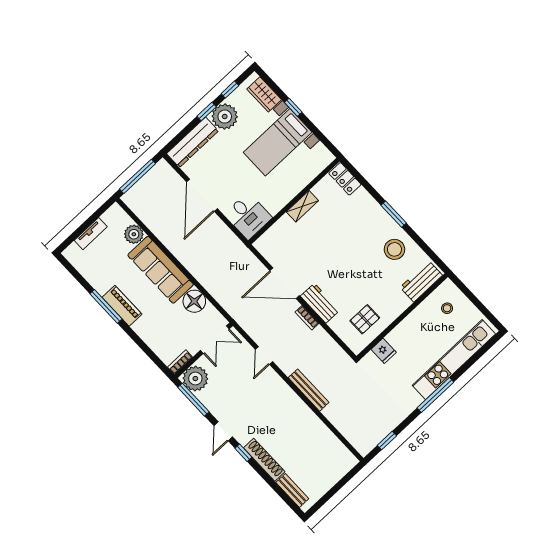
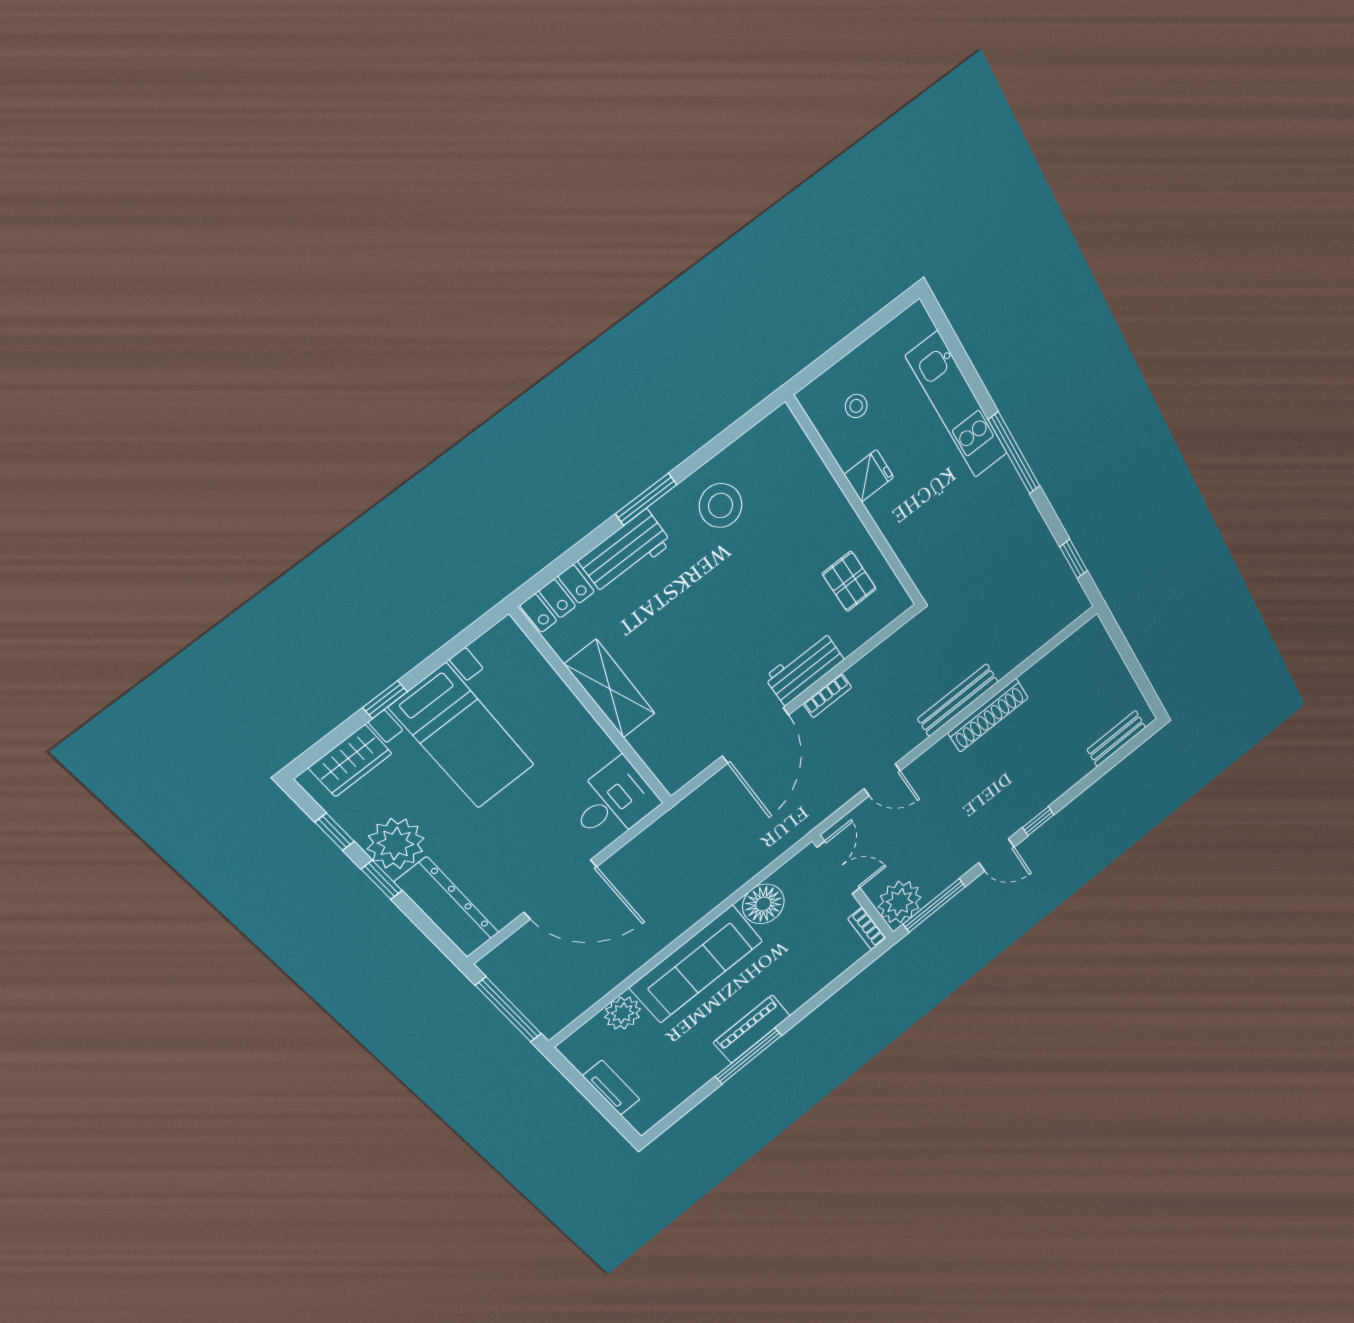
shelving: (302, 206) -> (610, 689), width x1.50, depth x1.33
workbench: (421, 281) -> (625, 552), moved, turned -90
fridge: (384, 351) -> (869, 476), moved
kitchen unit: (454, 360) -> (957, 405), width x0.73
shoe rack: (264, 460) -> (988, 715), moved, turned 180

